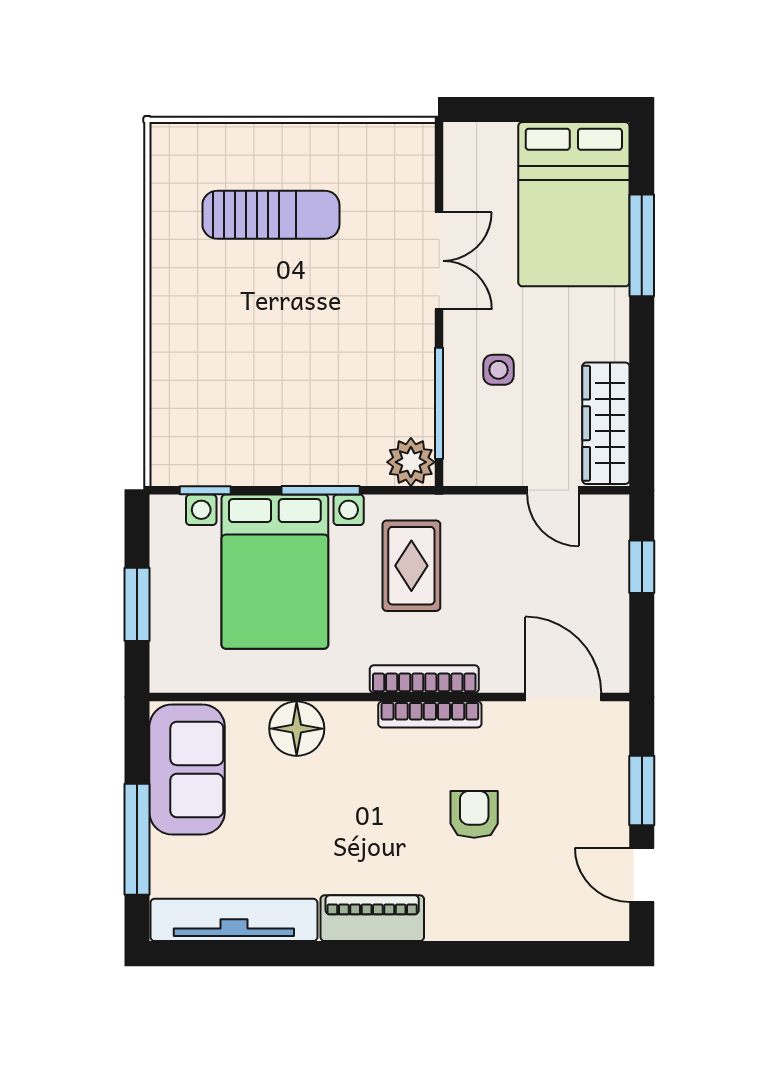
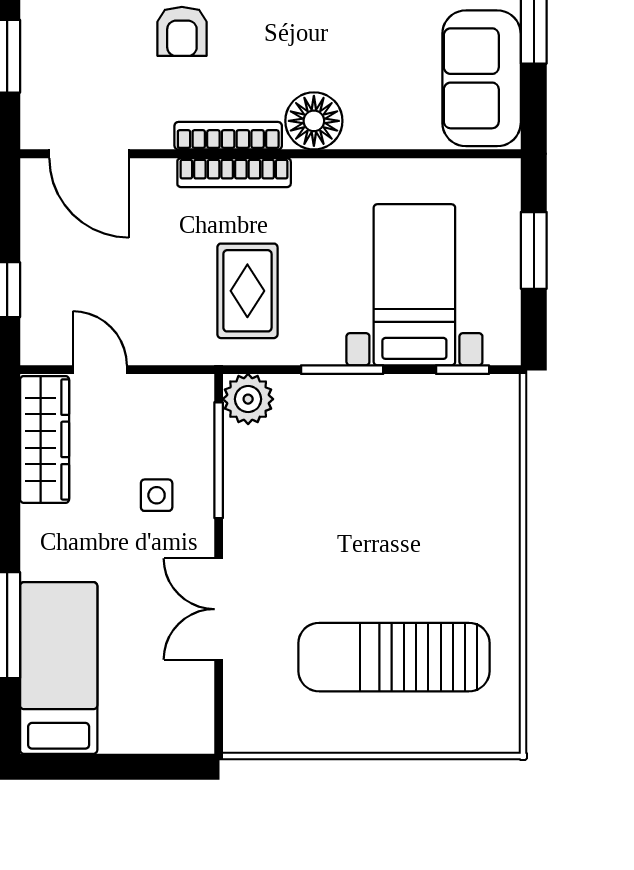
bed: (574, 204) -> (59, 668), width x0.67
sun lounger: (271, 215) -> (394, 657), width x1.36, depth x1.34
bed with nightstands: (275, 572) -> (414, 285), width x0.73
floor lamp: (297, 729) -> (314, 121), moved

